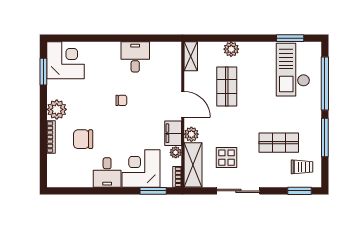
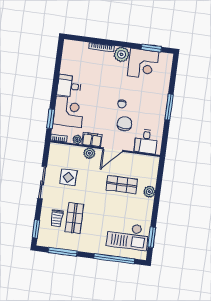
window: (117, 38) -> (169, 107), added
shelving: (191, 56) -> (148, 160), removed
desk: (135, 57) -> (146, 141), moved, turned 90
corner desk: (65, 60) -> (143, 64), moved
checkout: (293, 70) -> (128, 236), turned 180
window: (325, 137) -> (63, 252), moved
chair: (83, 139) -> (125, 124), moved
shelving: (193, 165) -> (66, 151), removed
trolley: (302, 167) -> (57, 218), moved

